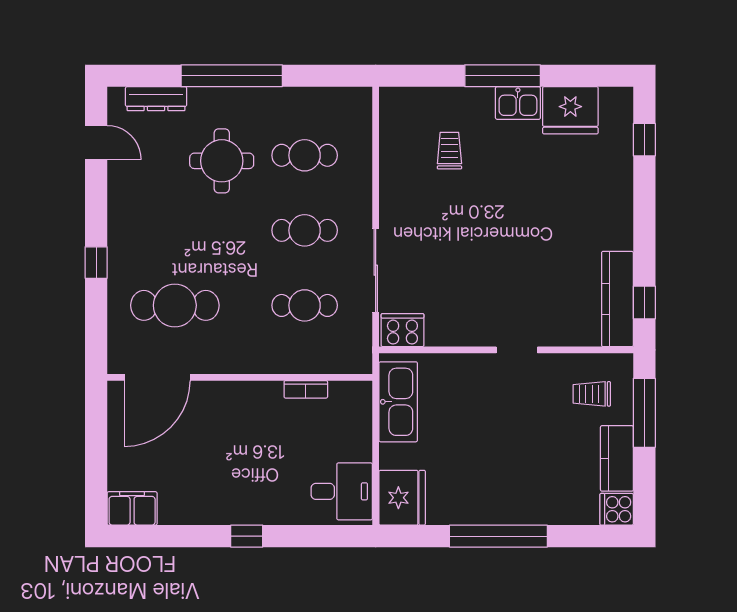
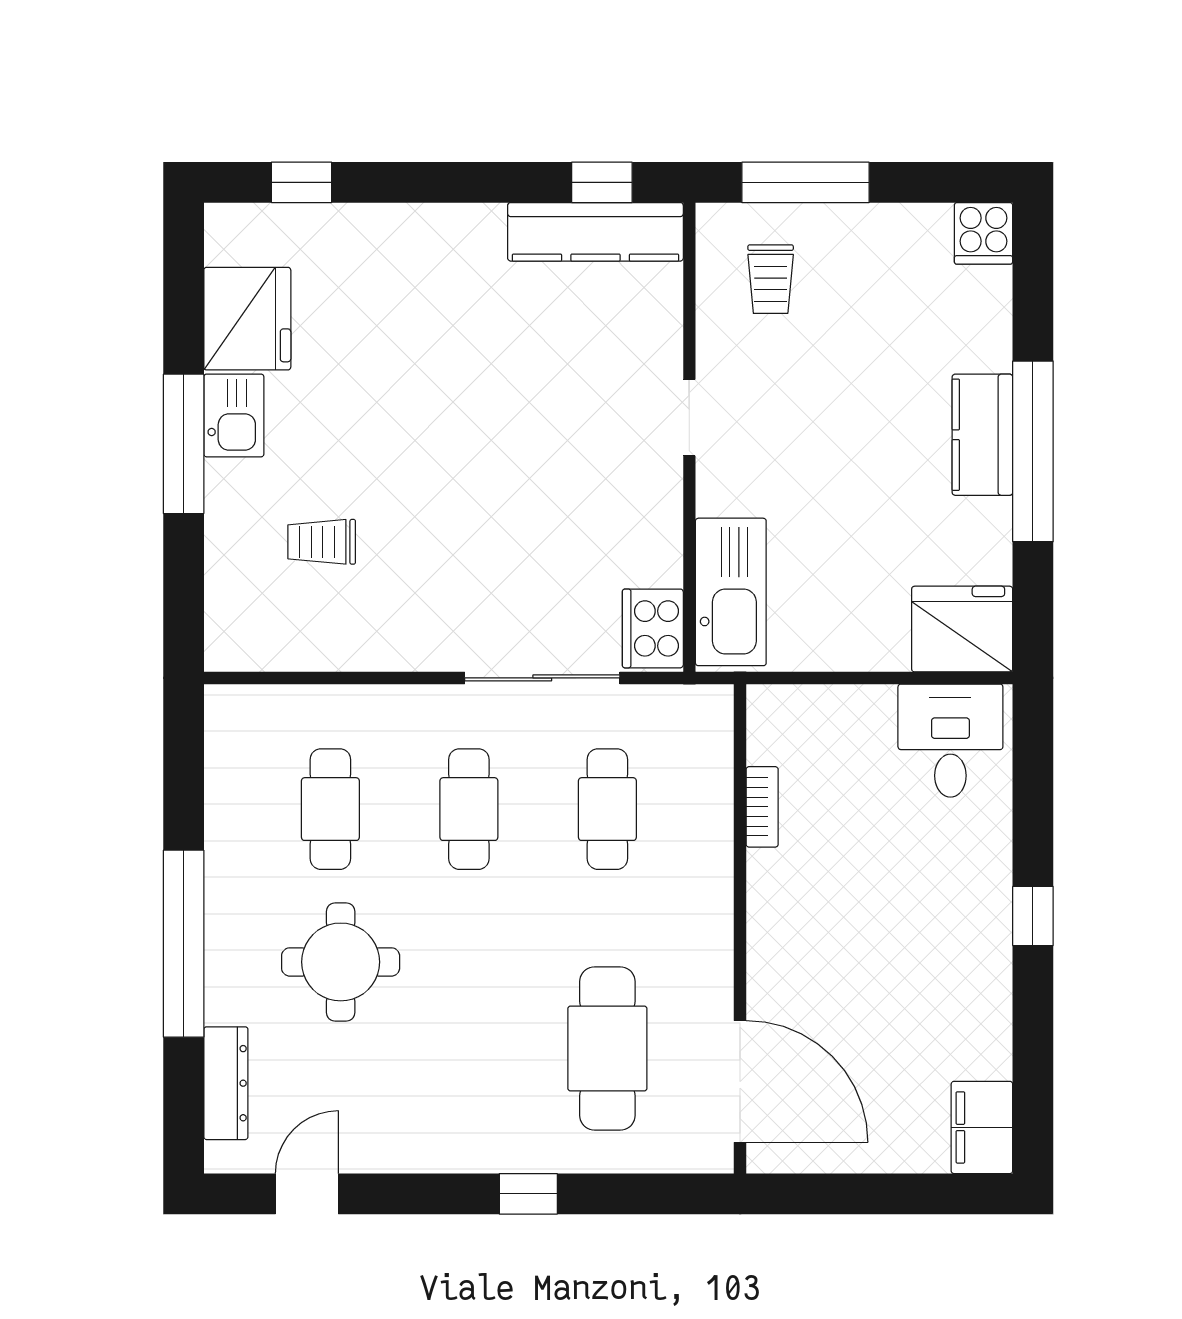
kitchen sink: (398, 402) -> (731, 592), moved, turned 90
kitchen counter: (617, 458) -> (982, 435), moved, turned 90

